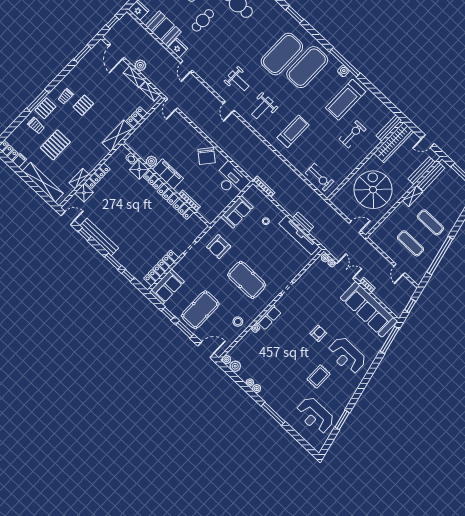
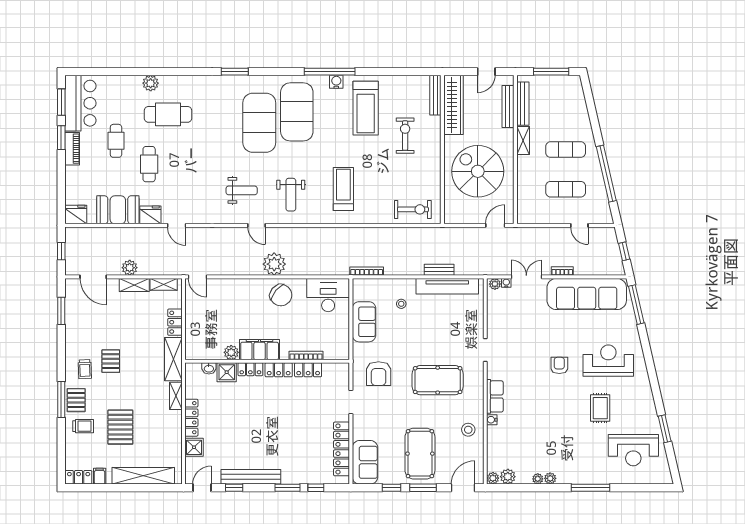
plant: (219, 136) -> (274, 264), added
shelving: (79, 179) -> (176, 396), moved
reception desk: (347, 356) -> (608, 361), turned 180

